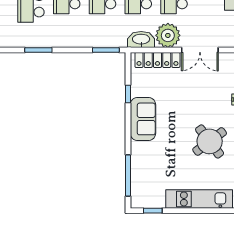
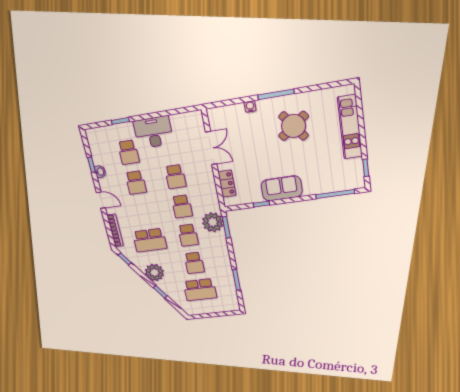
plant: (168, 35) -> (213, 222), moved
washbasin: (141, 40) -> (212, 200), removed
locker: (157, 60) -> (227, 184), width x0.66

